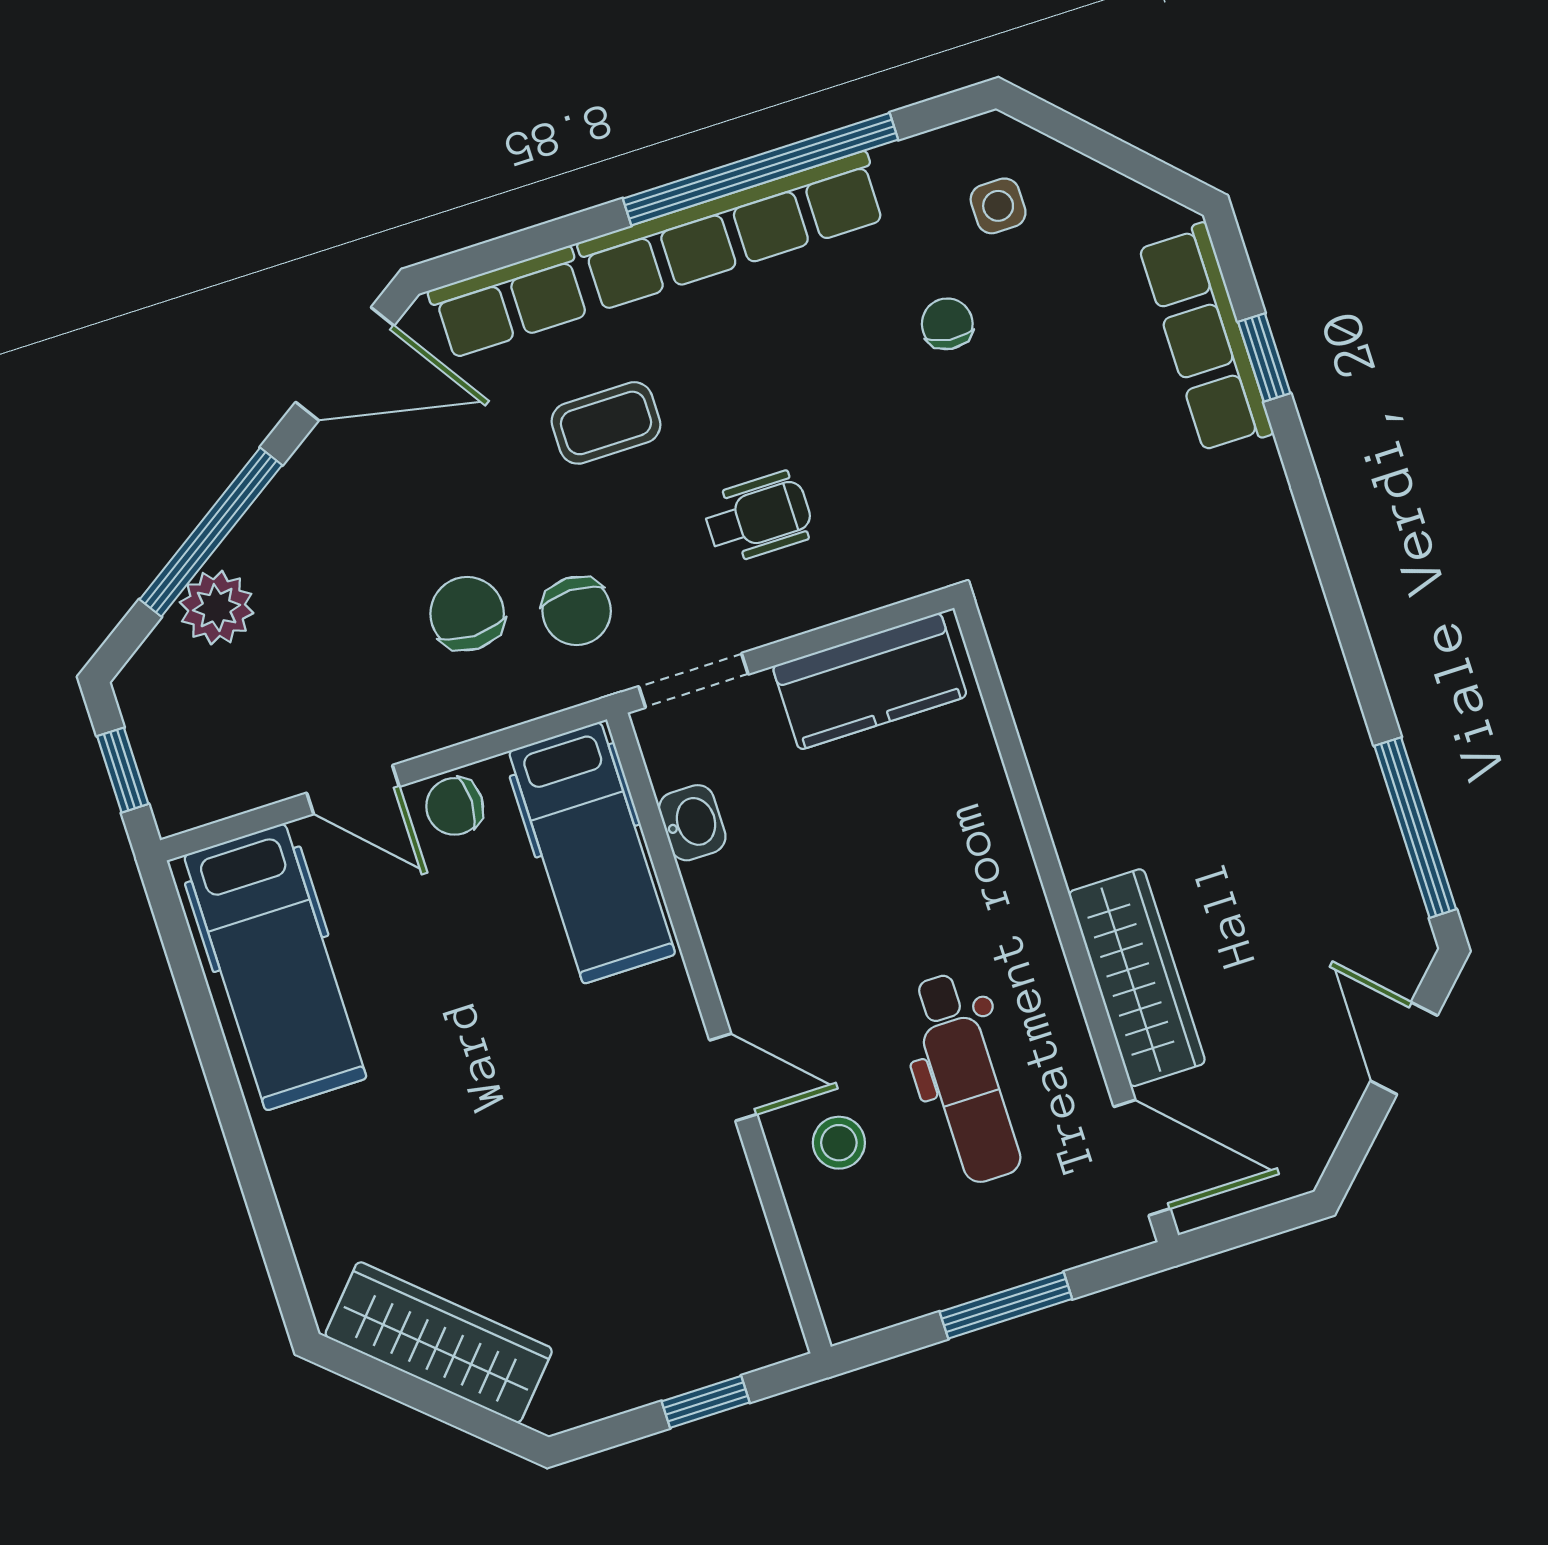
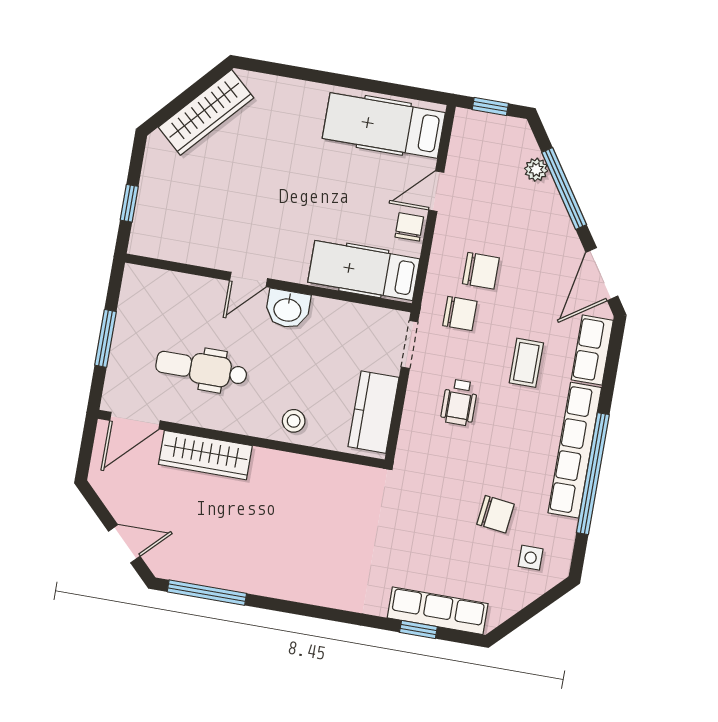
chair: (947, 324) -> (495, 514), width x1.37, depth x1.37
plant: (217, 608) -> (536, 170), width x0.73, depth x0.73
chair: (577, 611) -> (460, 313), turned 180
washbasin: (692, 823) -> (288, 309), moved, width x1.38, depth x1.45
stool: (839, 1143) -> (294, 421), moved

